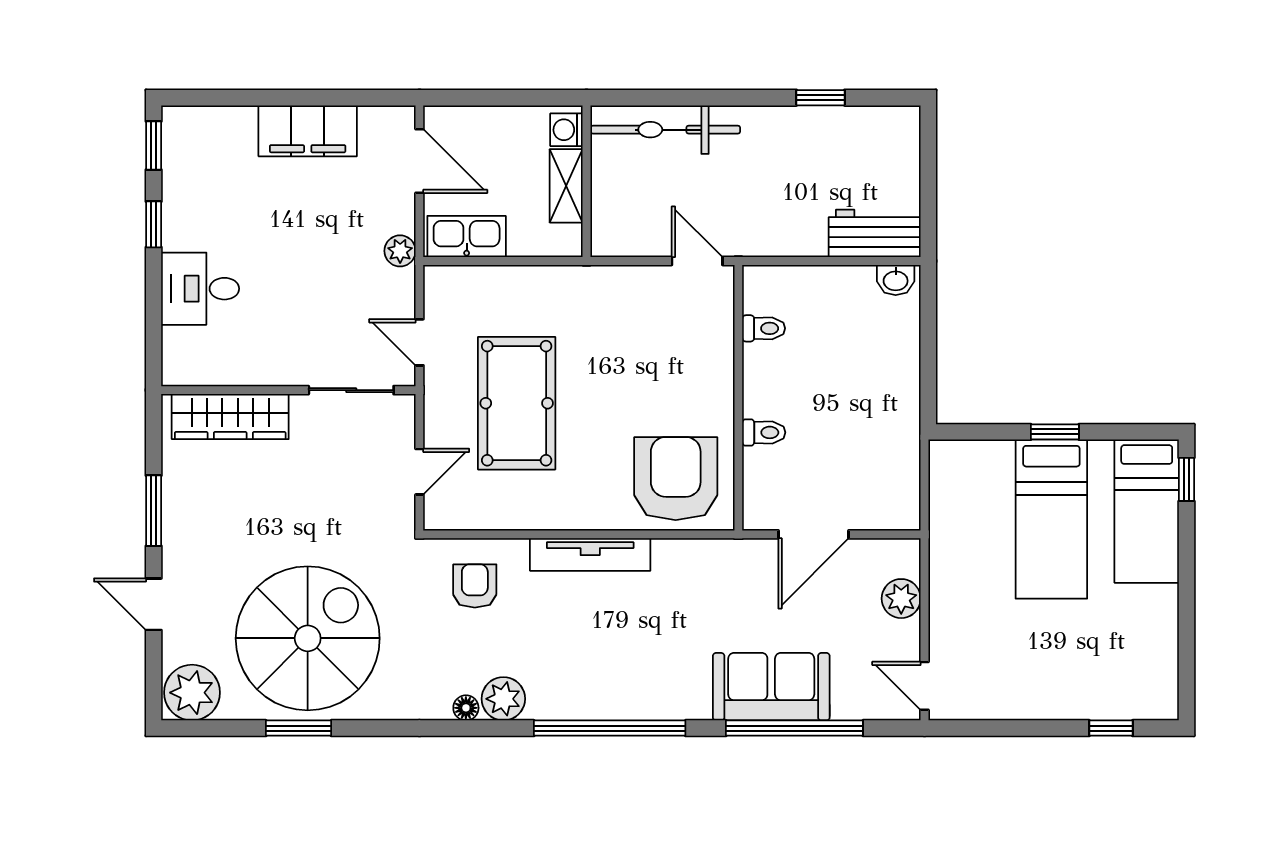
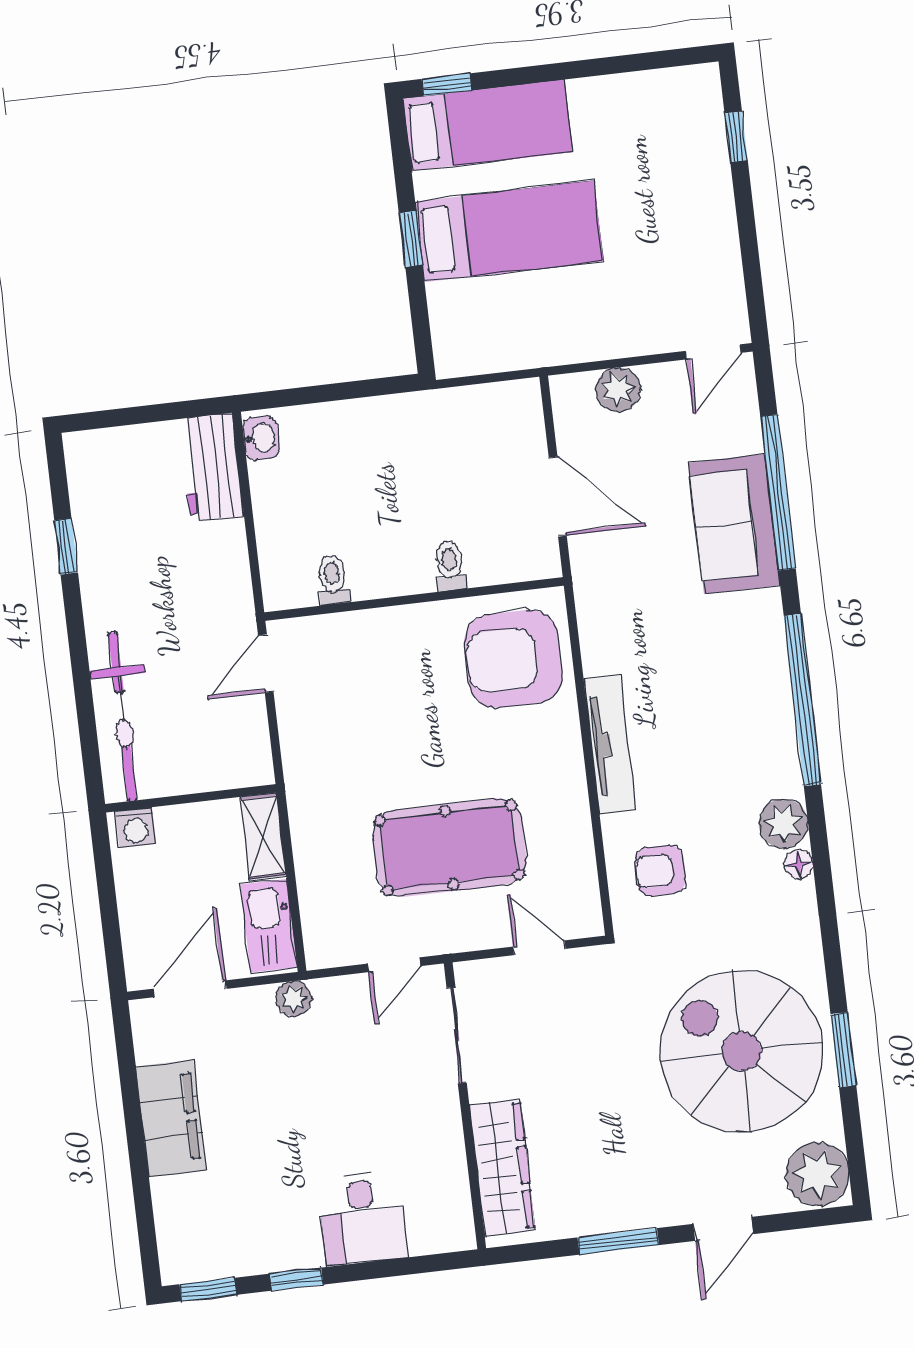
shelving: (566, 186) -> (263, 836), moved, turned 90

